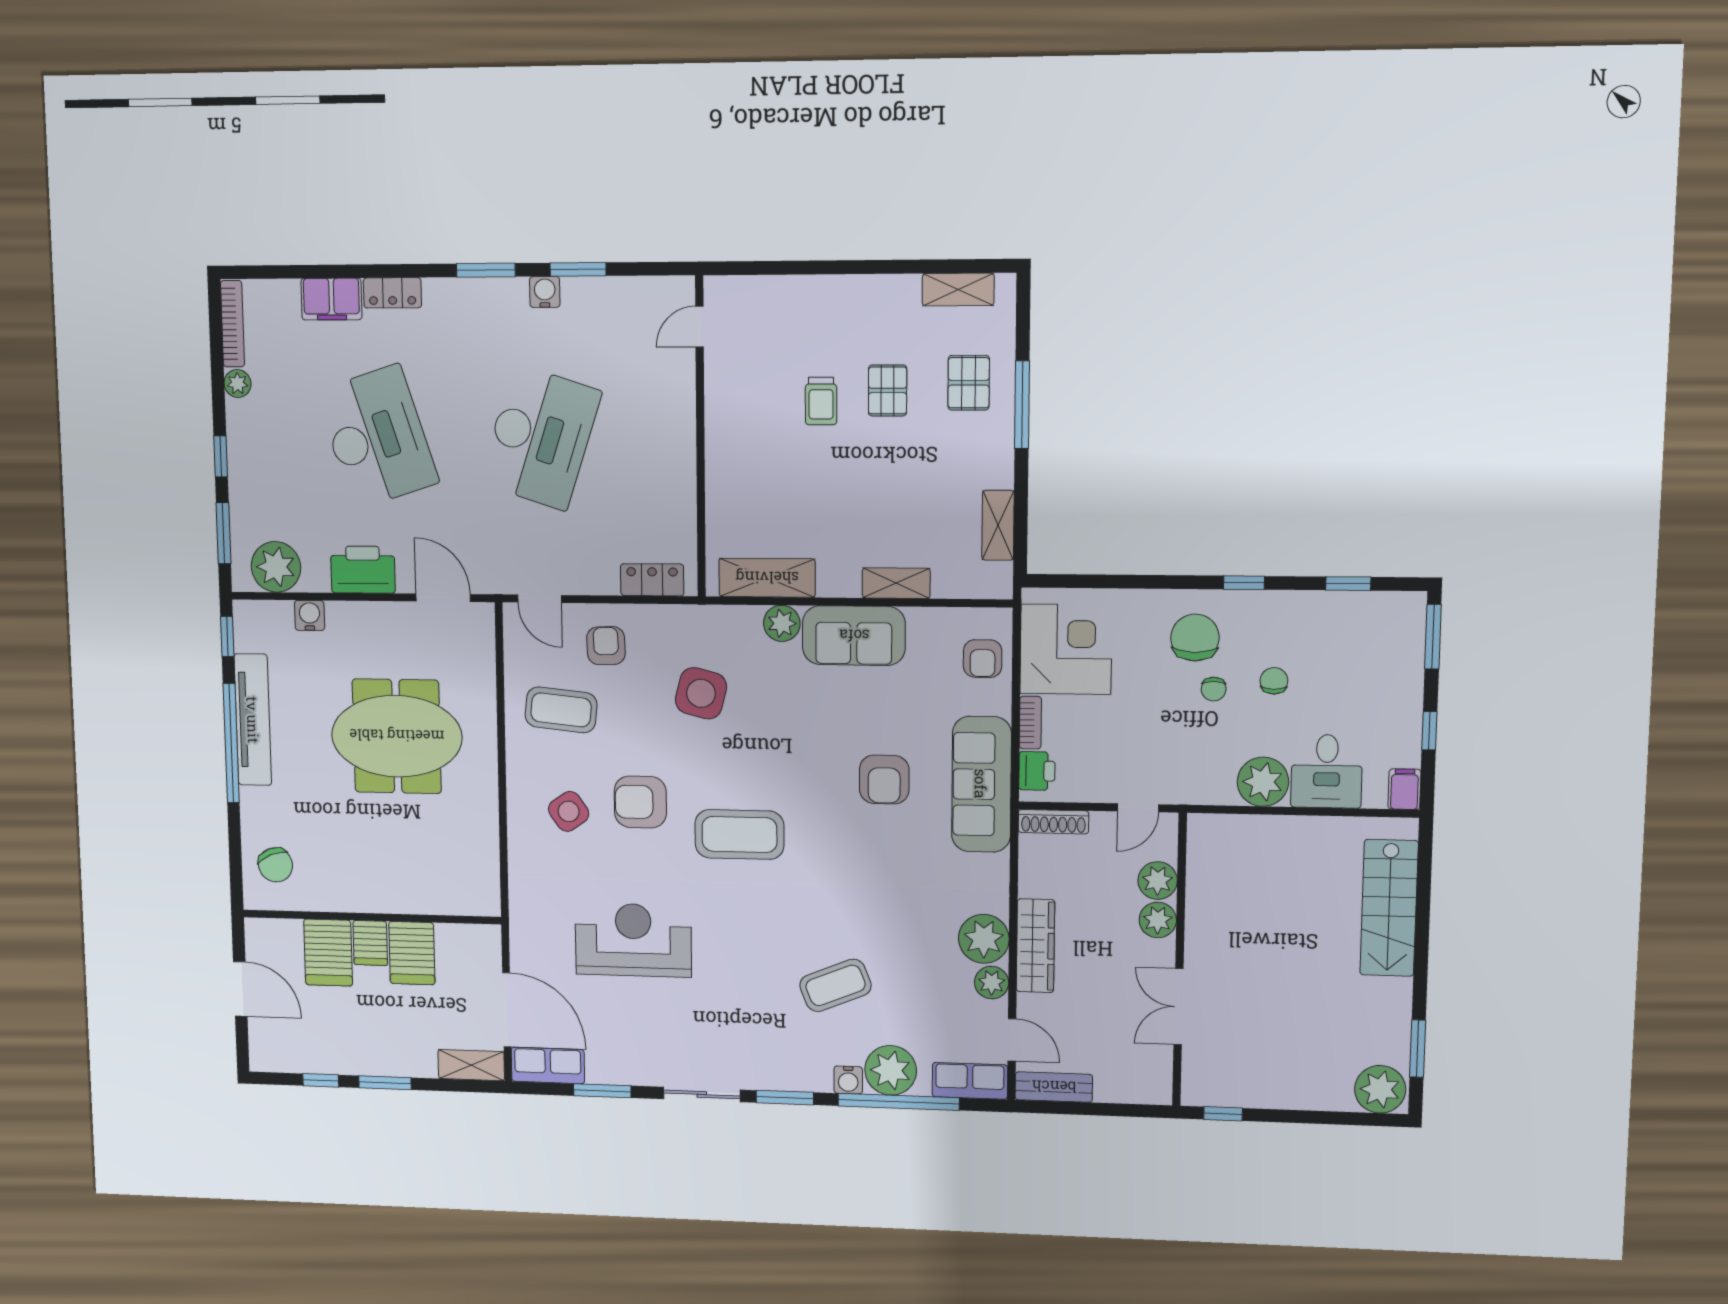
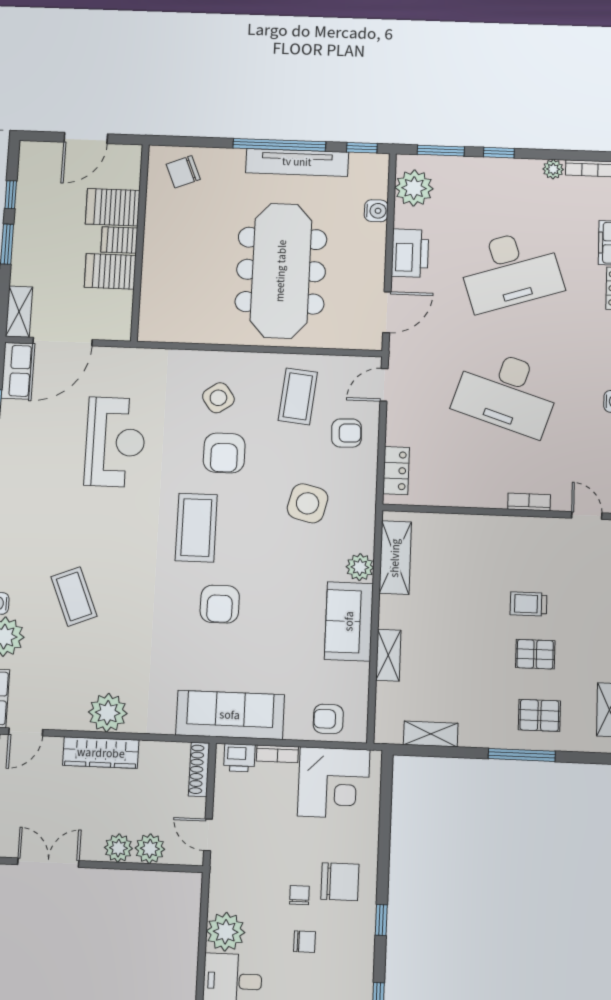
bookcase: (685, 404) -> (529, 502), added
chair: (1214, 689) -> (299, 895), turned 90
meeting table: (397, 736) -> (281, 271), width x1.36
armchair: (884, 780) -> (220, 604), moved, turned -90
armchair: (640, 802) -> (224, 453), turned 180
plant: (992, 983) -> (72, 718), removed

